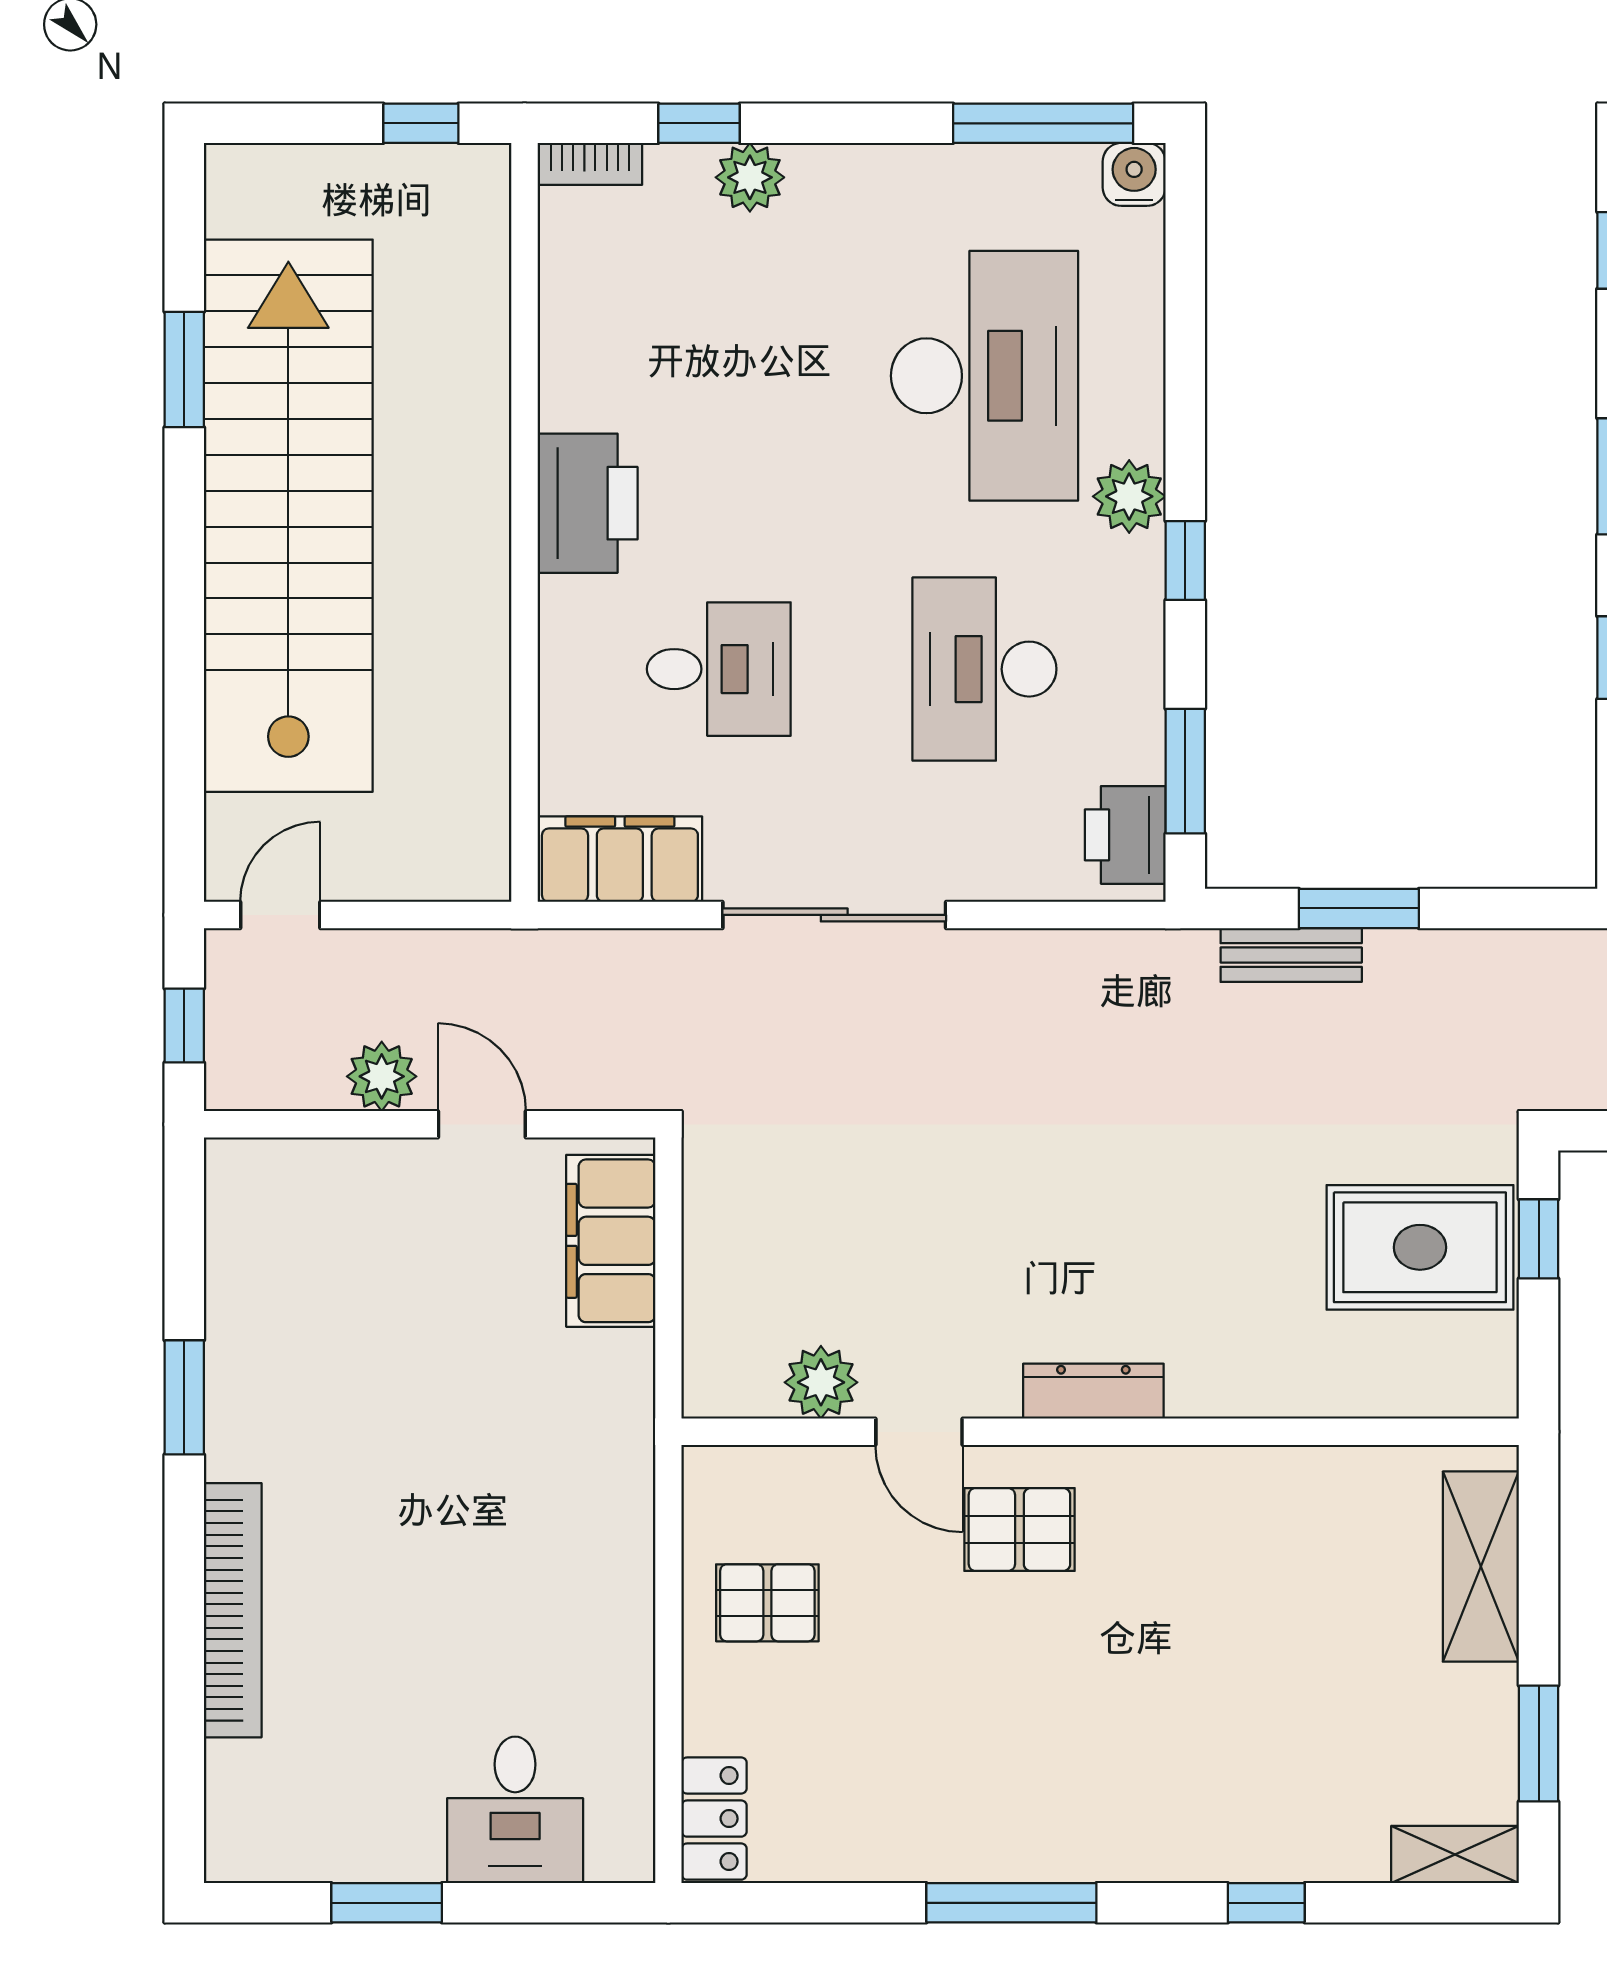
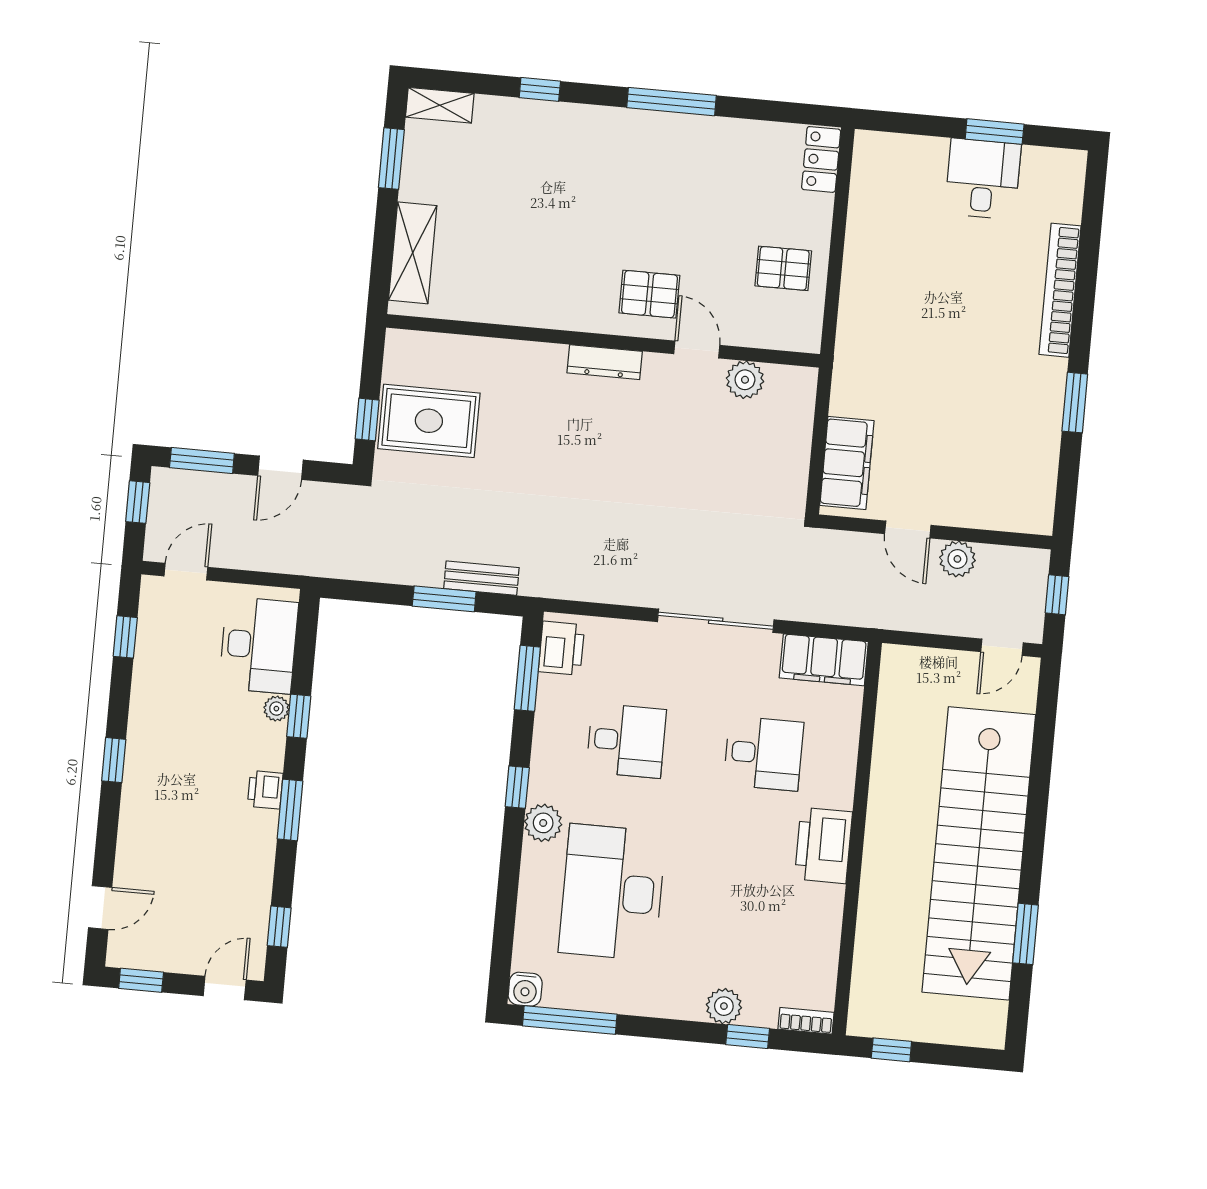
desk: (719, 669) -> (764, 753), turned 180
desk: (984, 669) -> (626, 741), width x0.73
desk: (515, 1810) -> (983, 179), moved

